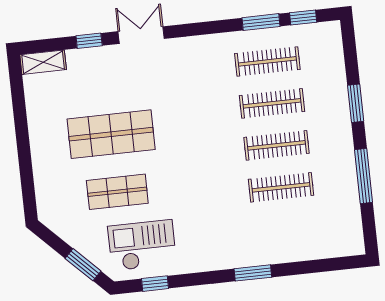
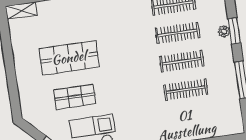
plant: (340, 104) -> (224, 31), added

